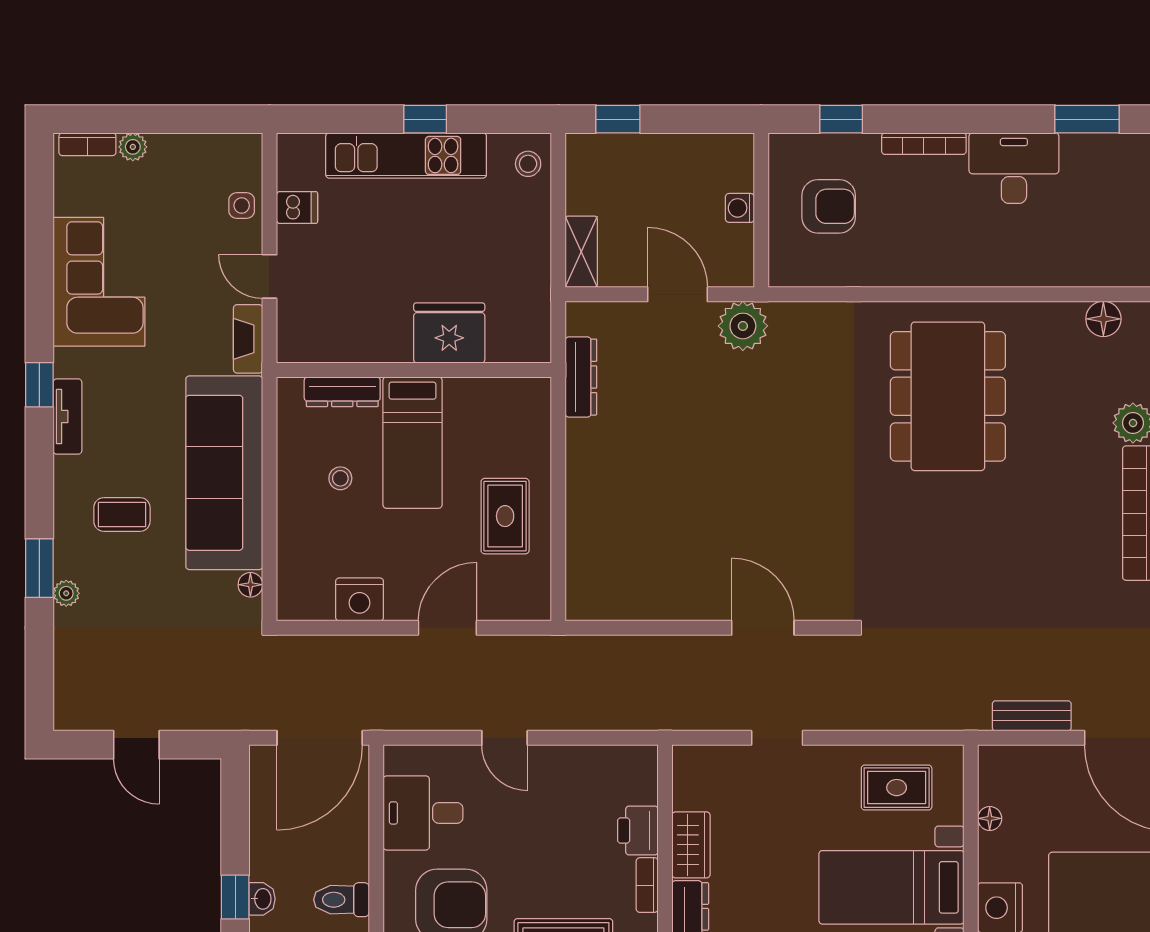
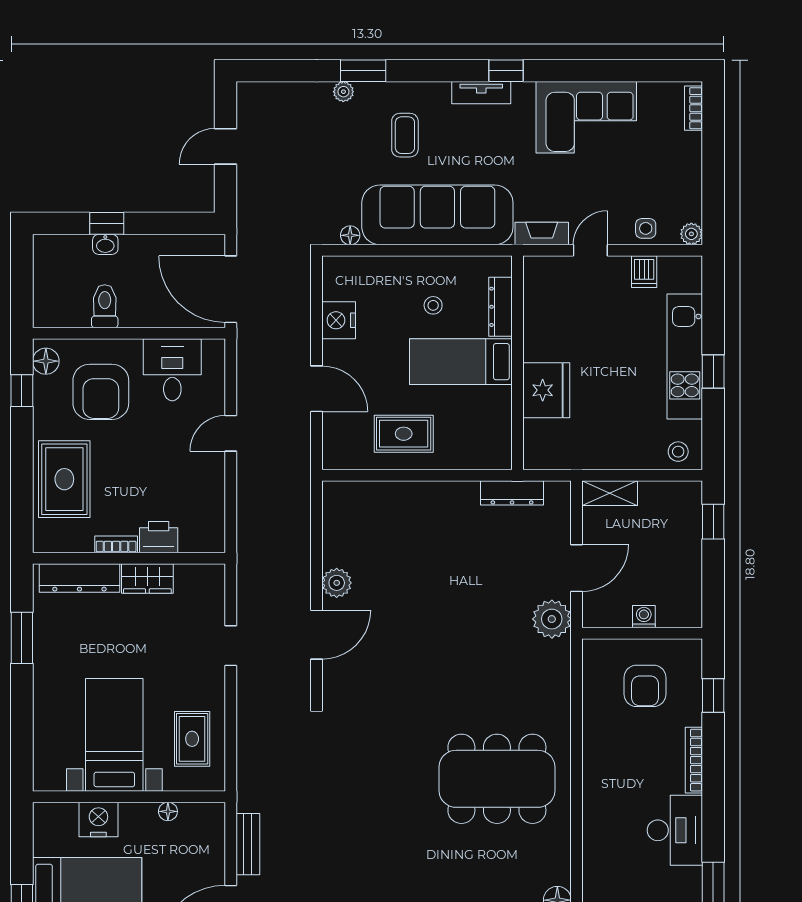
plant: (133, 147) -> (691, 234), moved
plant: (696, 602) -> (337, 583), added

